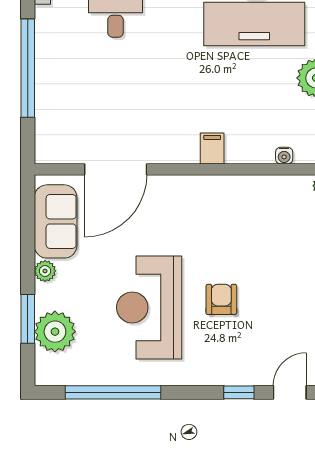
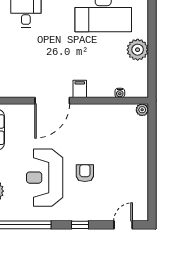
door: (116, 169) -> (52, 101), moved
window: (239, 392) -> (80, 225), moved

